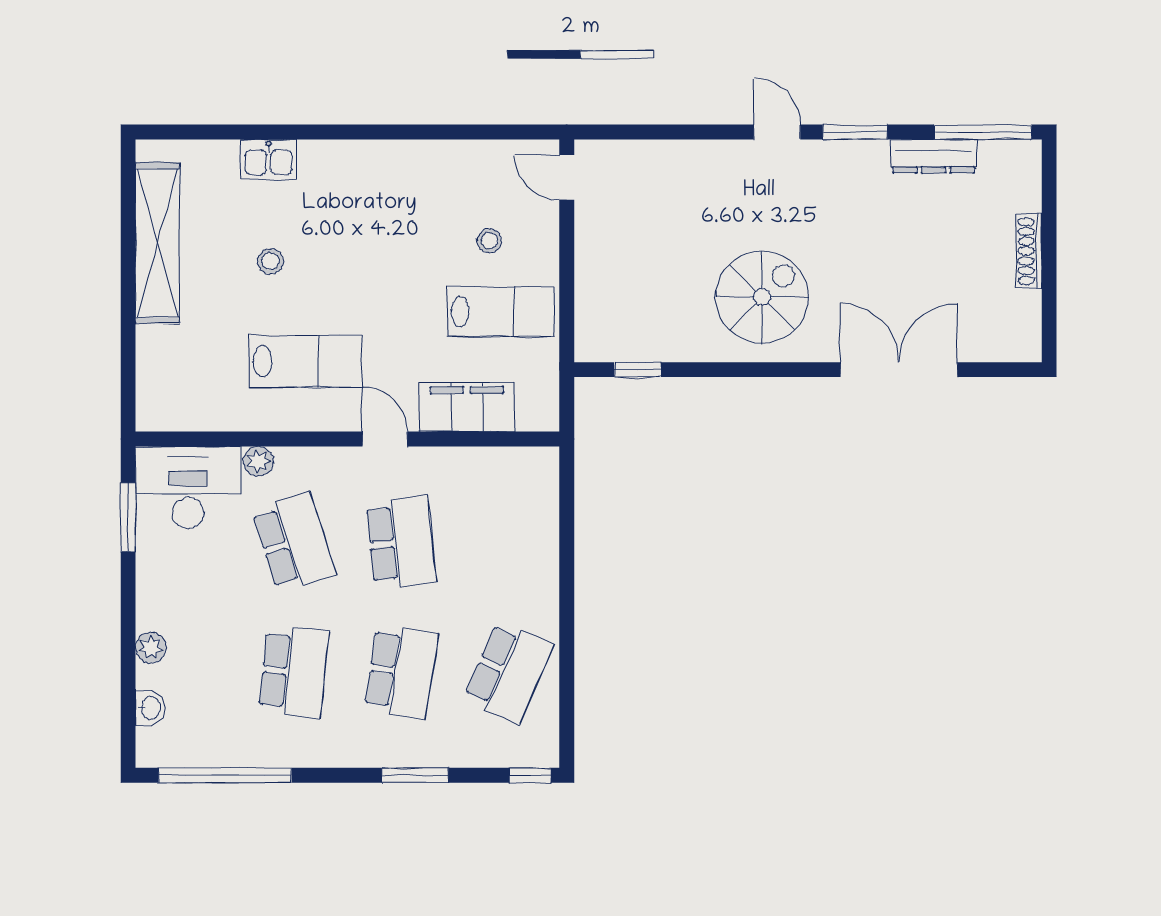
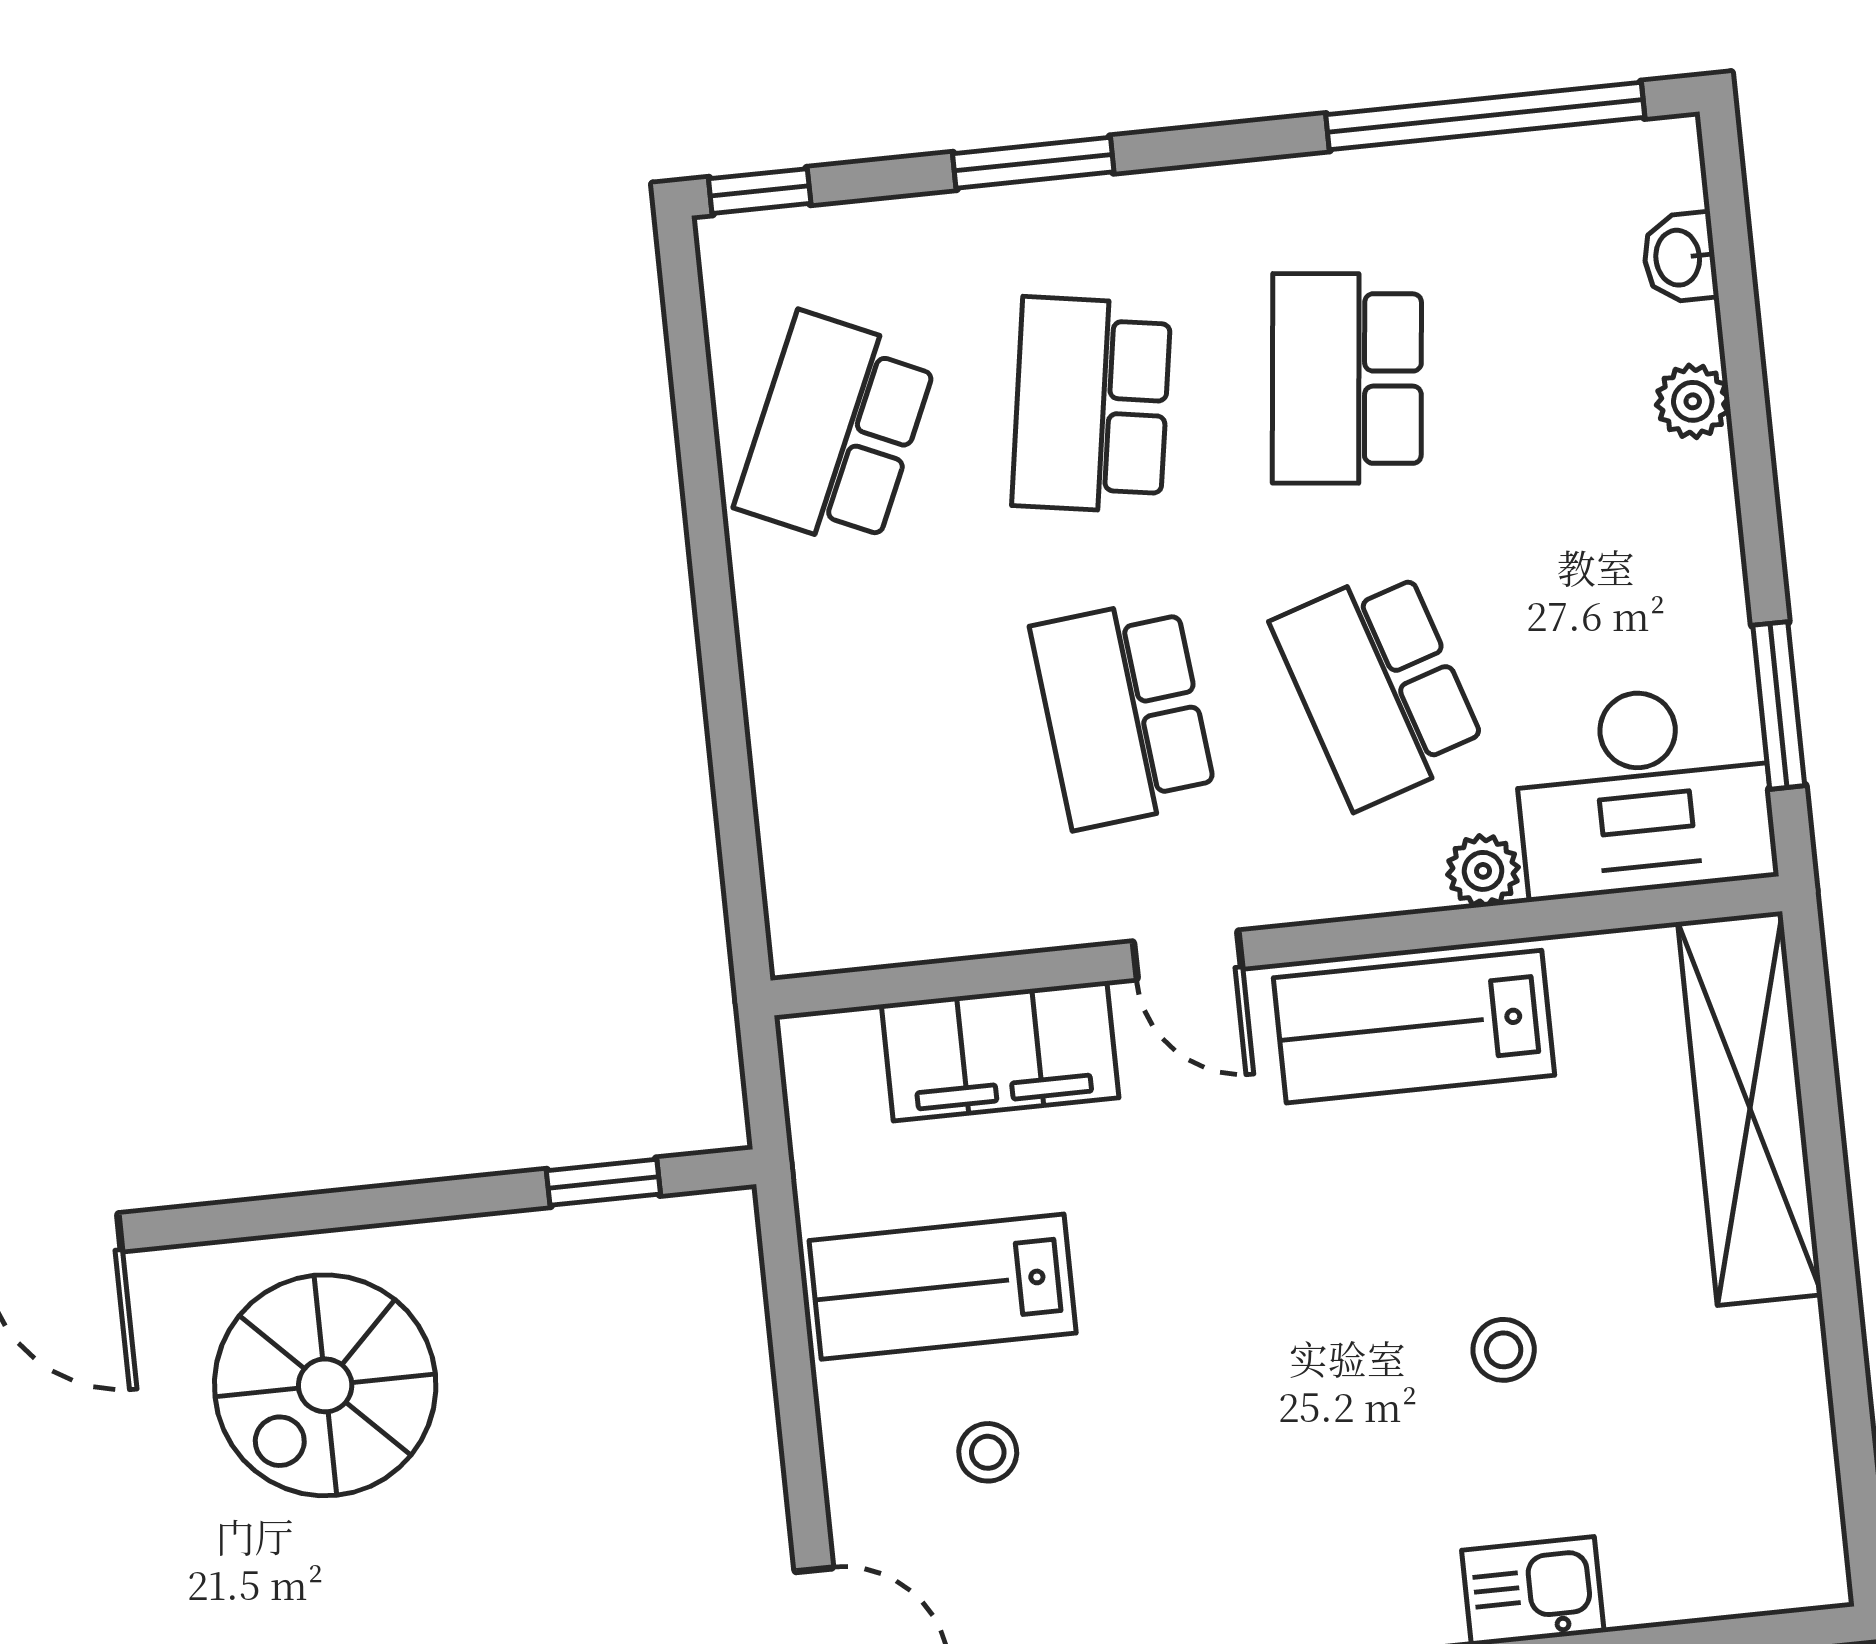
shelving: (157, 243) -> (1750, 1108), moved
lab bench: (305, 361) -> (1414, 1027), moved

